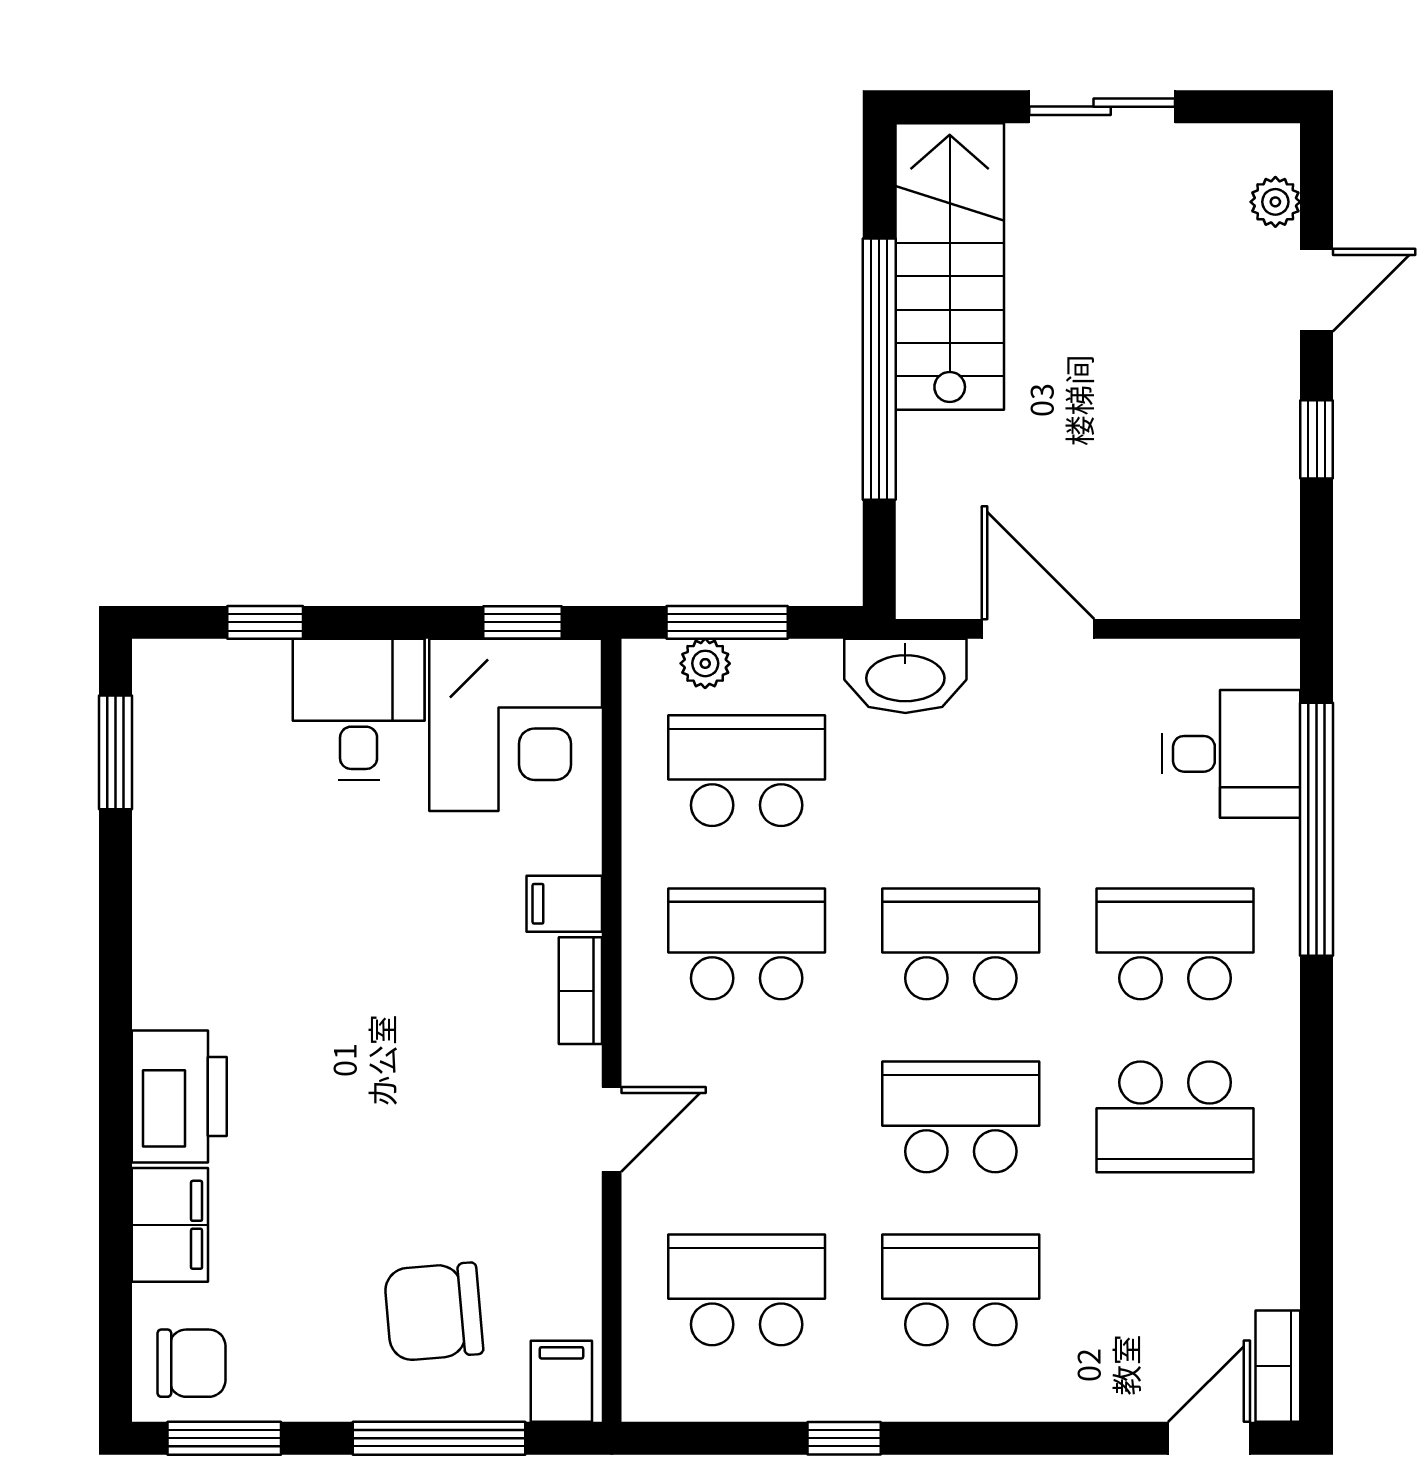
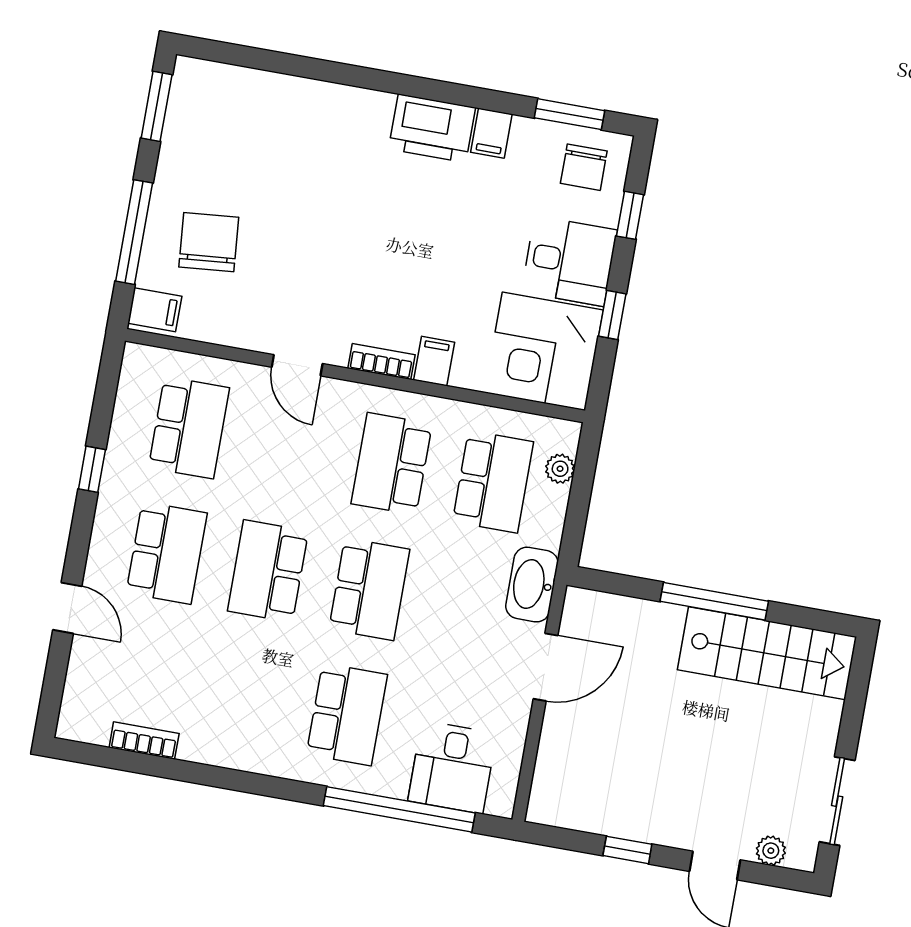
sliding door: (1102, 107) -> (837, 801), moved
window: (879, 369) -> (714, 601), width x0.68
window: (522, 622) -> (612, 315), moved
window: (727, 622) -> (582, 486), removed
school desk: (747, 944) -> (392, 464), turned 180
printer: (179, 1097) -> (432, 128), moved
school desk: (961, 1117) -> (268, 571), turned 180
school desk: (1175, 1117) -> (246, 696), removed
filing cabinet: (170, 1225) -> (491, 133), moved, width x0.50
chair: (191, 1363) -> (584, 167), moved
bookcase: (1278, 1366) -> (144, 741), moved
door: (1209, 1438) -> (67, 608), moved

